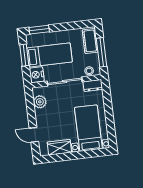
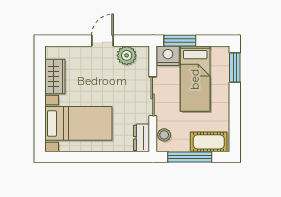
window: (24, 55) -> (180, 41), moved
sliding door: (65, 81) -> (153, 96), width x0.73
door: (34, 135) -> (103, 41), moved

